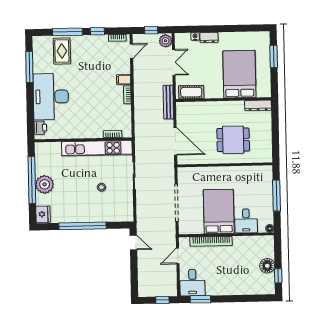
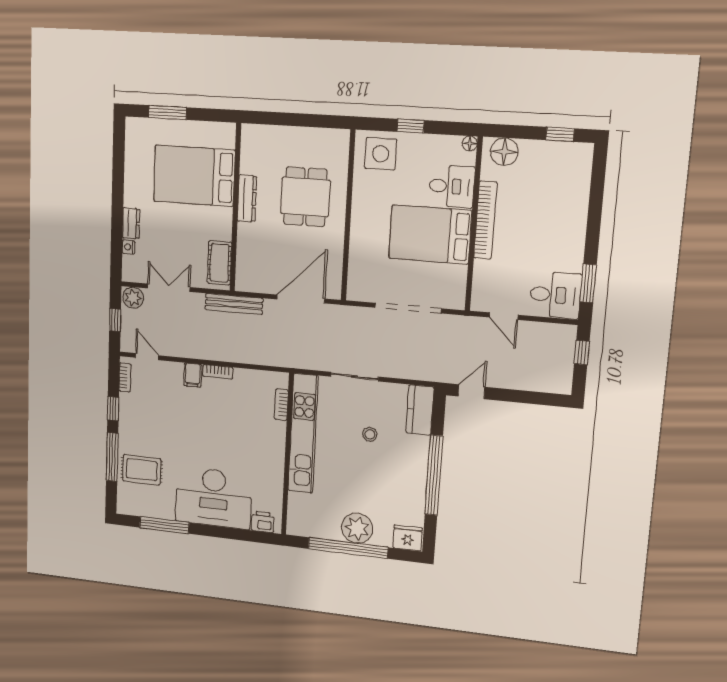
dresser: (258, 105) -> (247, 198), moved
side table: (260, 180) -> (381, 154), added
window: (277, 196) -> (411, 126), width x0.46
kitchen counter: (119, 215) -> (420, 410), added
bookcase: (211, 241) -> (485, 220), moved
floor lamp: (267, 266) -> (504, 152), moved

